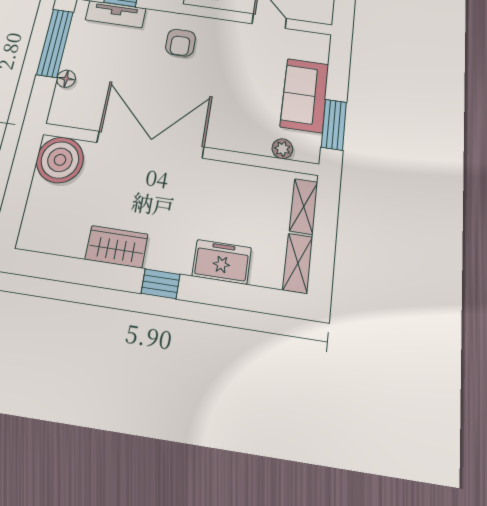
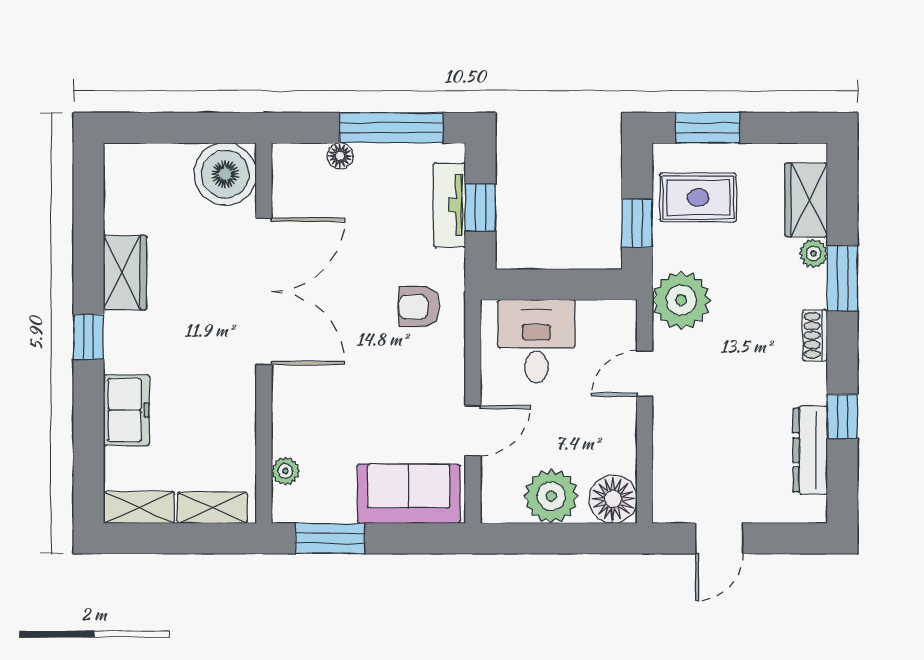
sofa: (305, 95) -> (409, 494), moved

